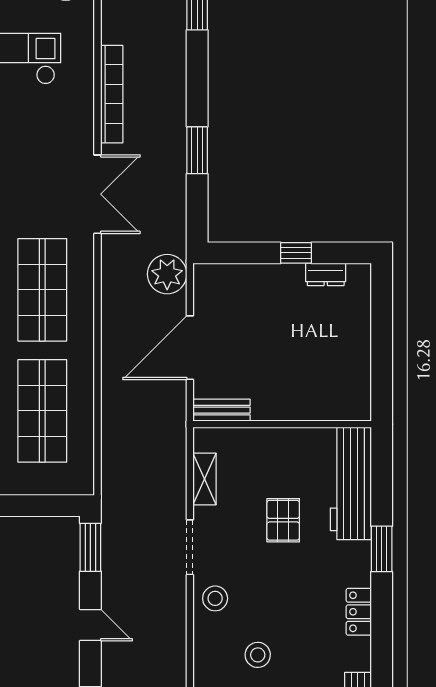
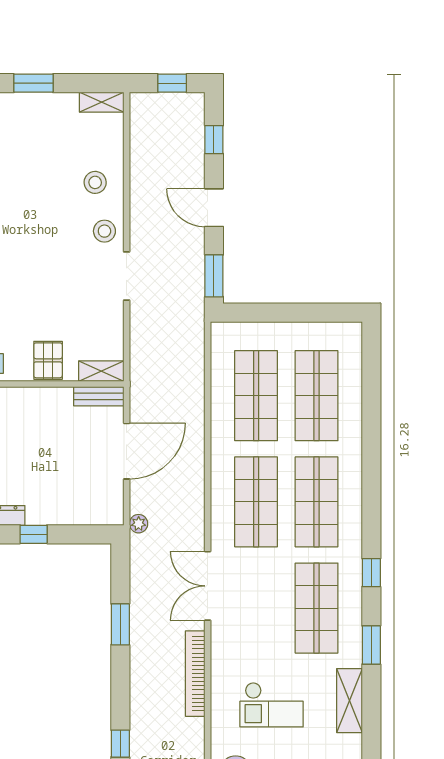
plant: (167, 274) -> (139, 524), width x0.53, depth x0.53
shelving: (205, 479) -> (101, 371), moved, turned 90
pallet: (283, 520) -> (48, 360), moved
door: (90, 625) -> (214, 208), width x1.38
stool: (258, 655) -> (95, 182), moved

